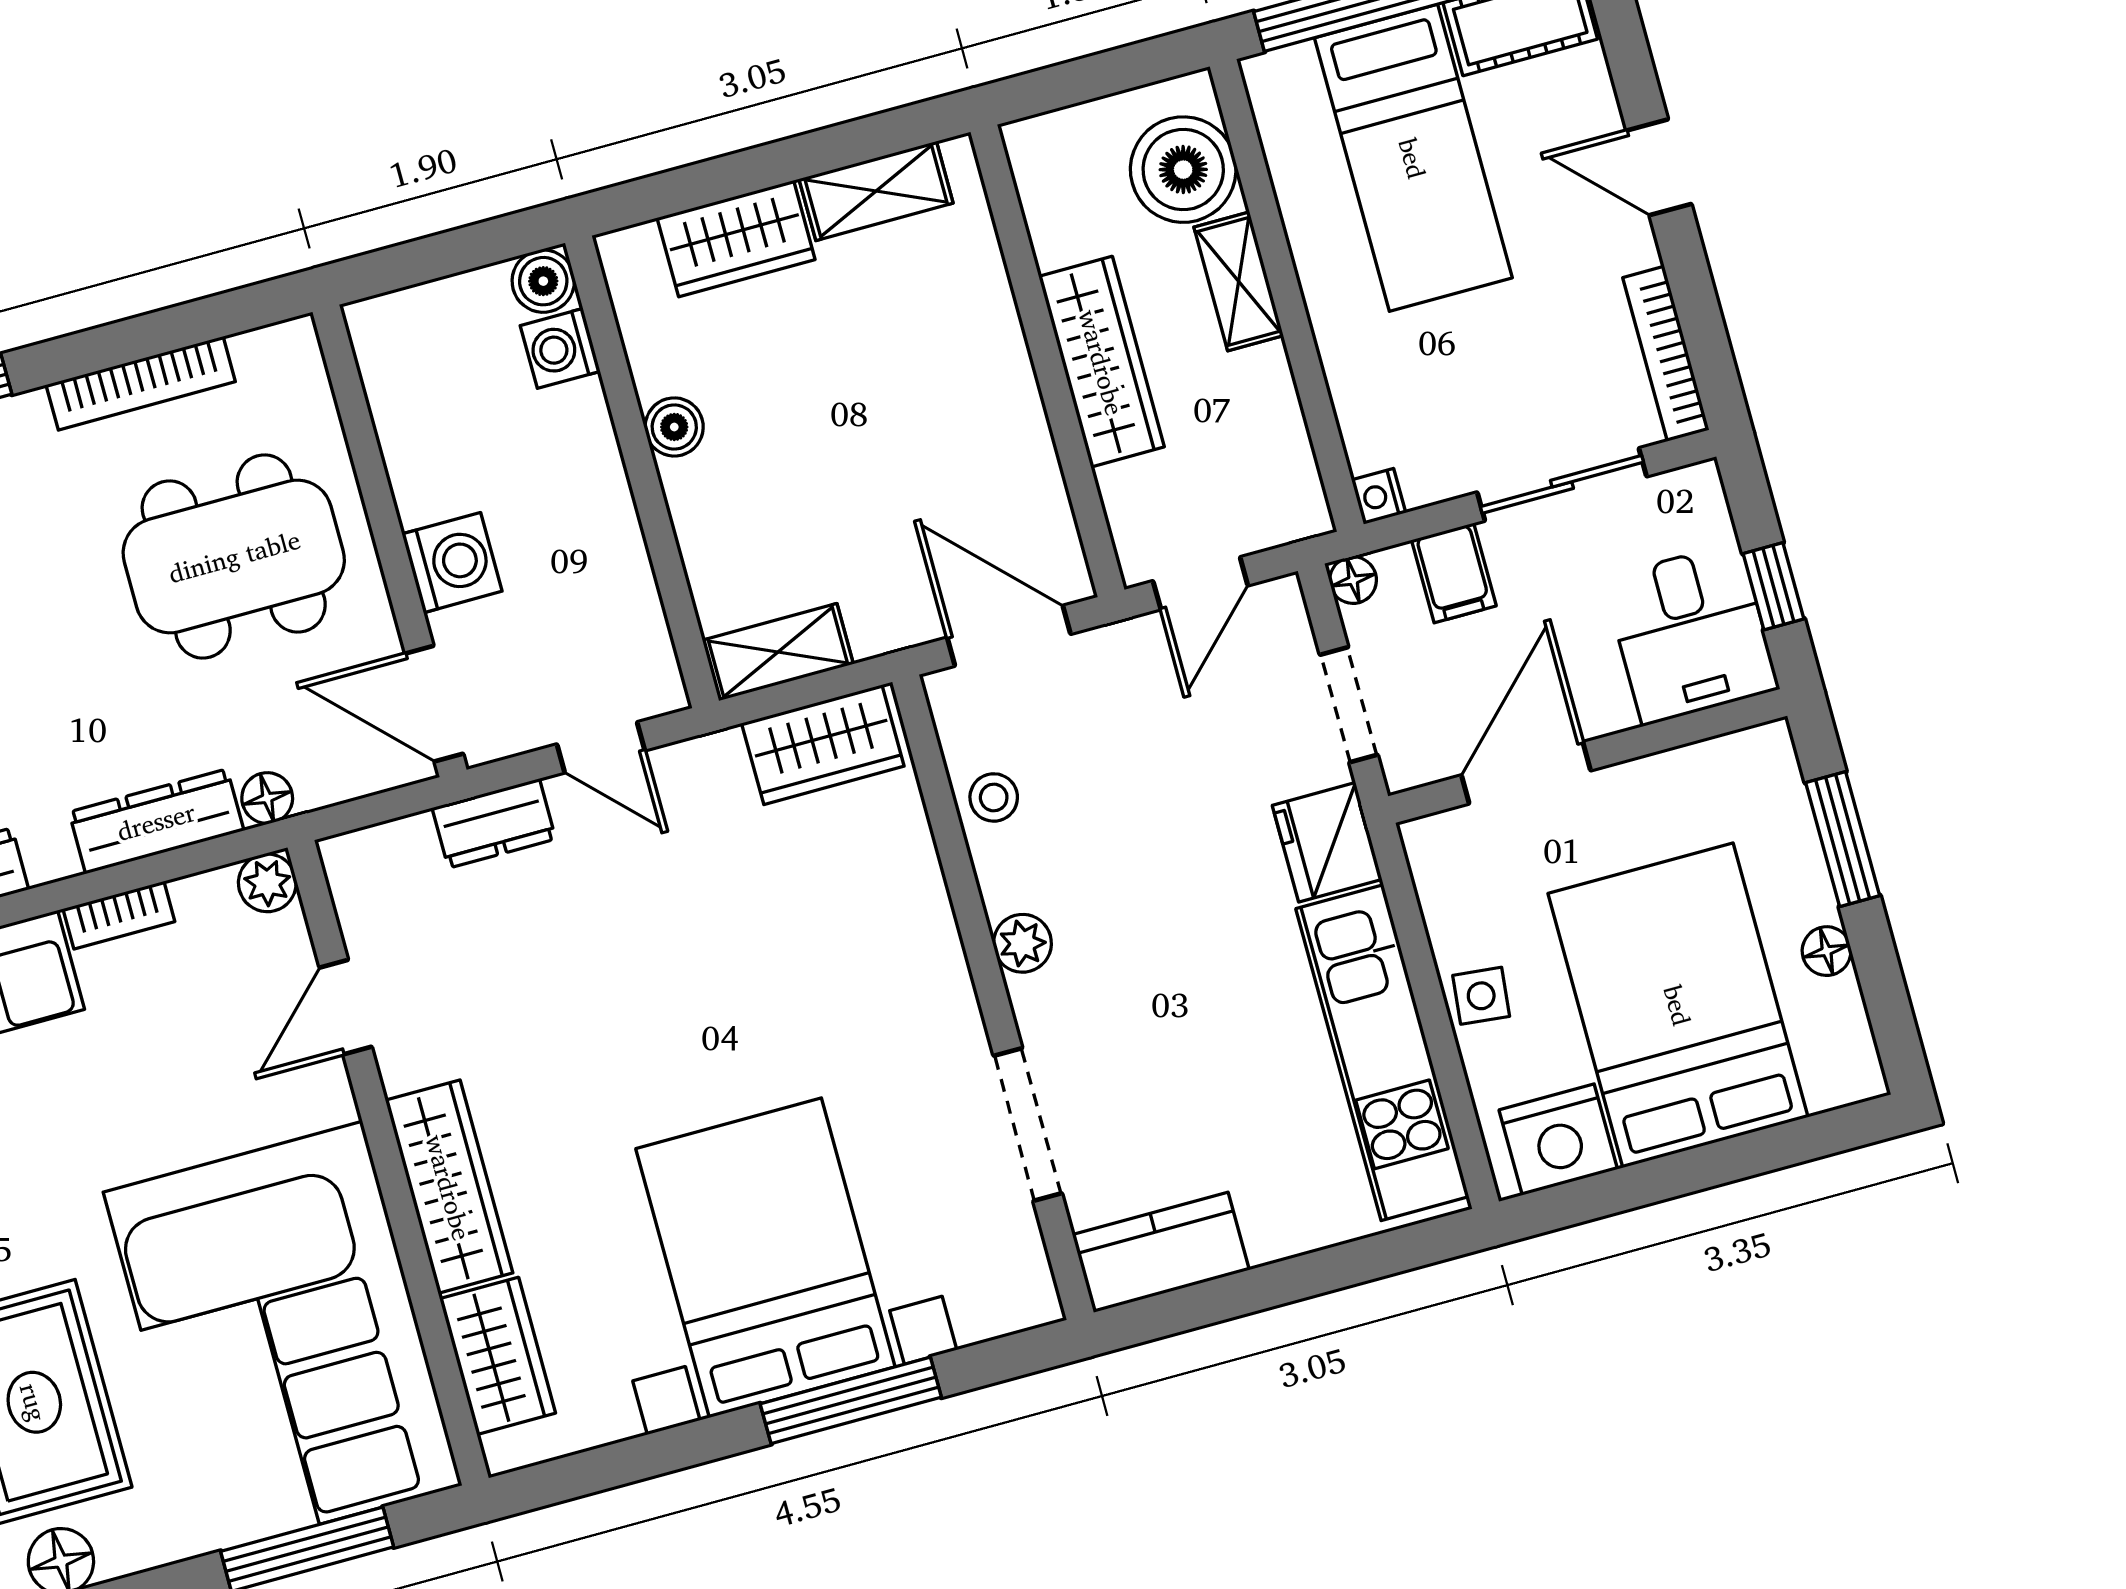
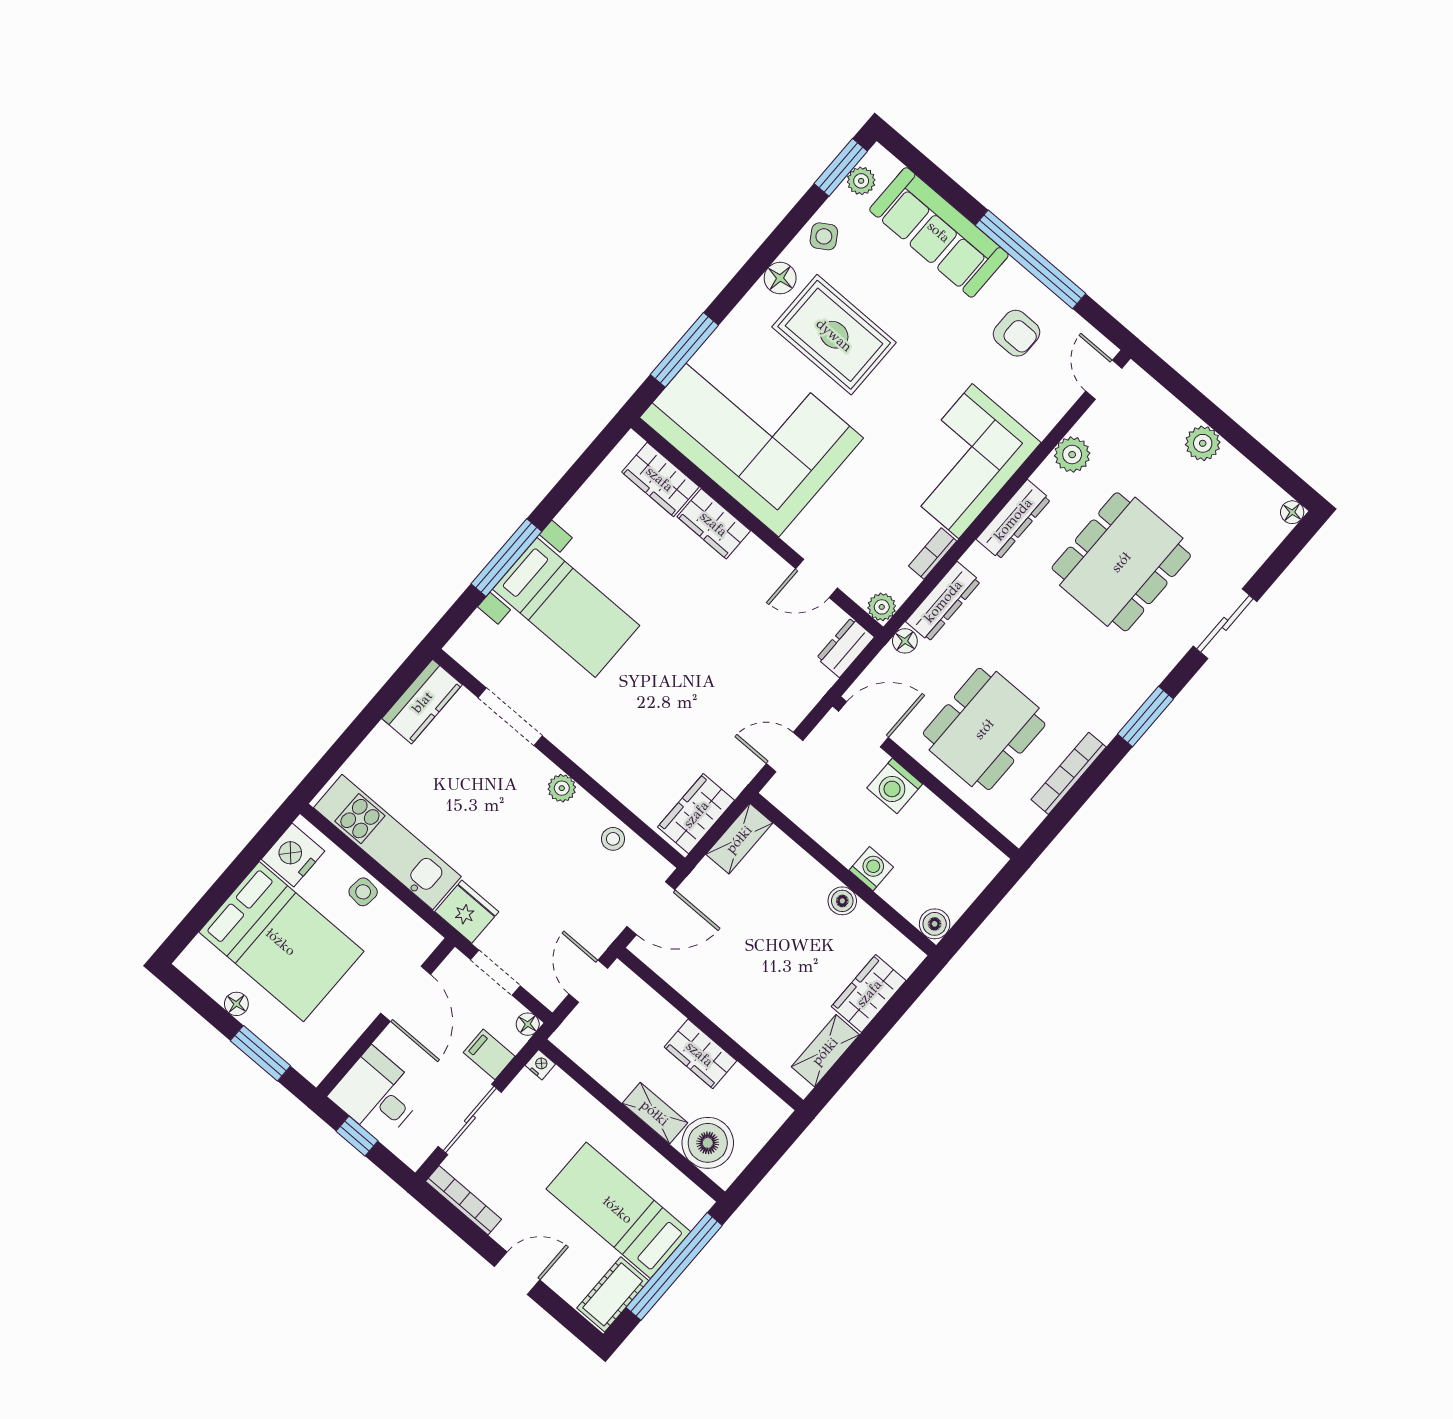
washing machine: (560, 348) -> (871, 869), moved
wardrobe: (1102, 362) -> (700, 1054), width x0.67
dresser: (494, 823) -> (845, 648), moved
door: (346, 1007) -> (816, 578), swing flipped
wardrobe: (449, 1187) -> (714, 524), width x0.67
bed with nightstands: (765, 1258) -> (566, 607), width x0.73

